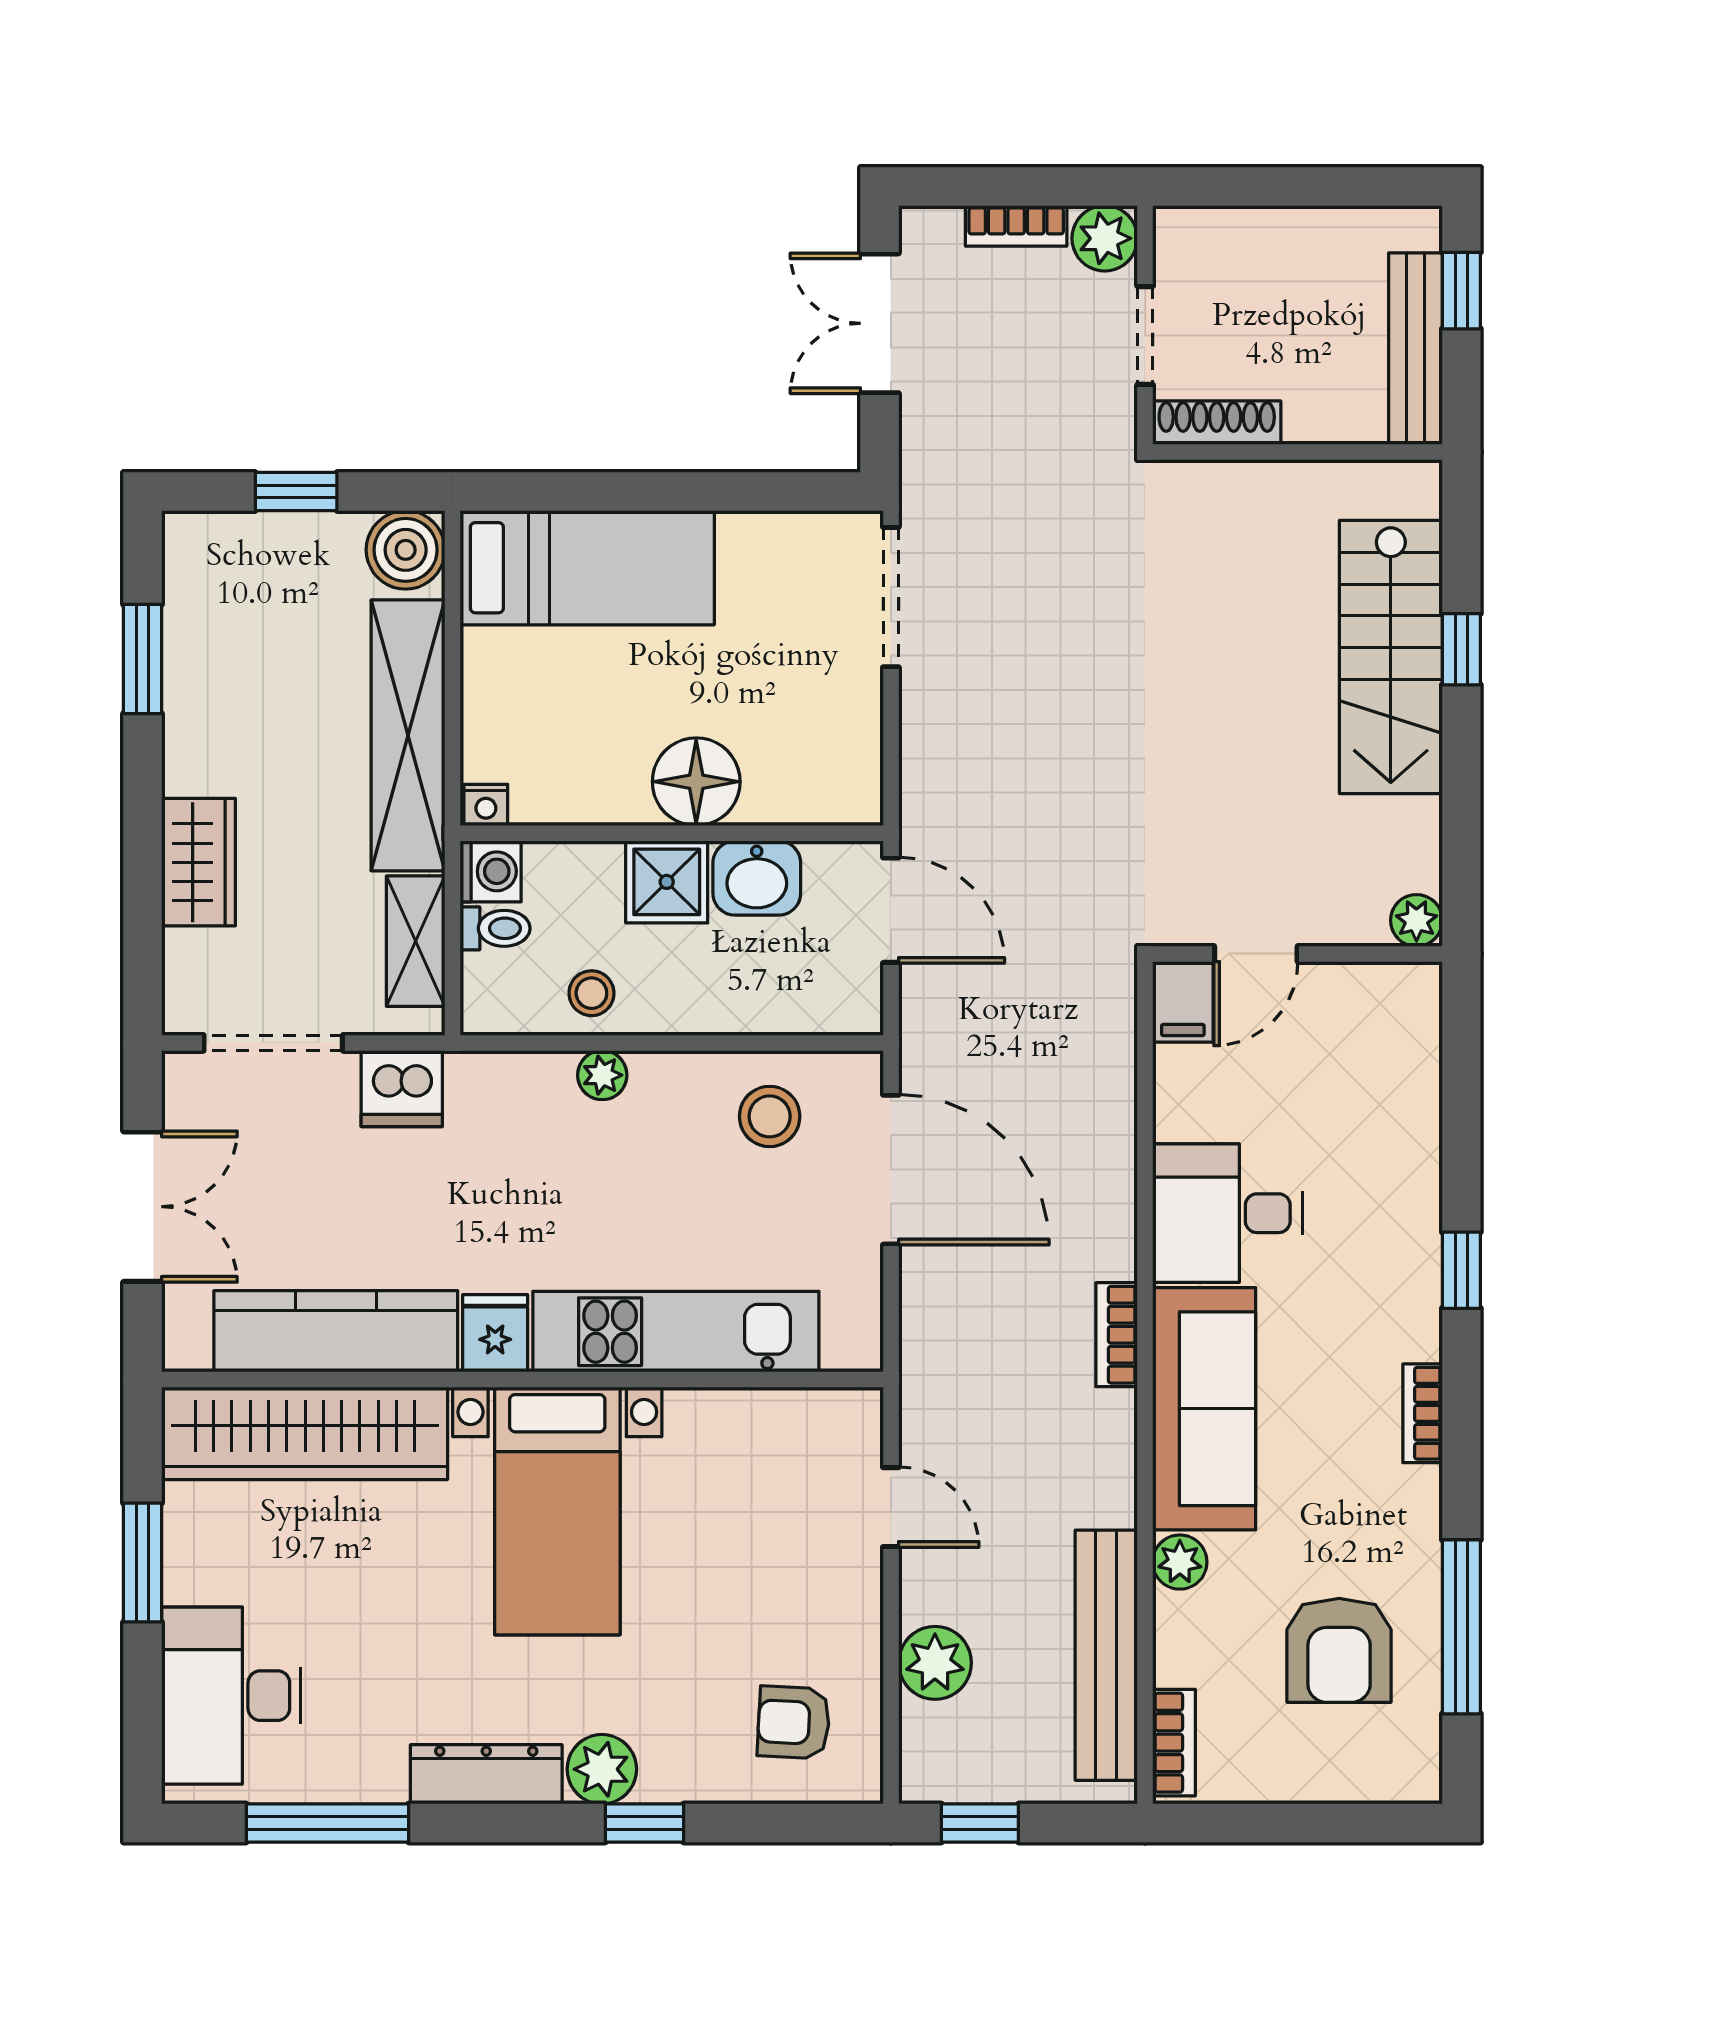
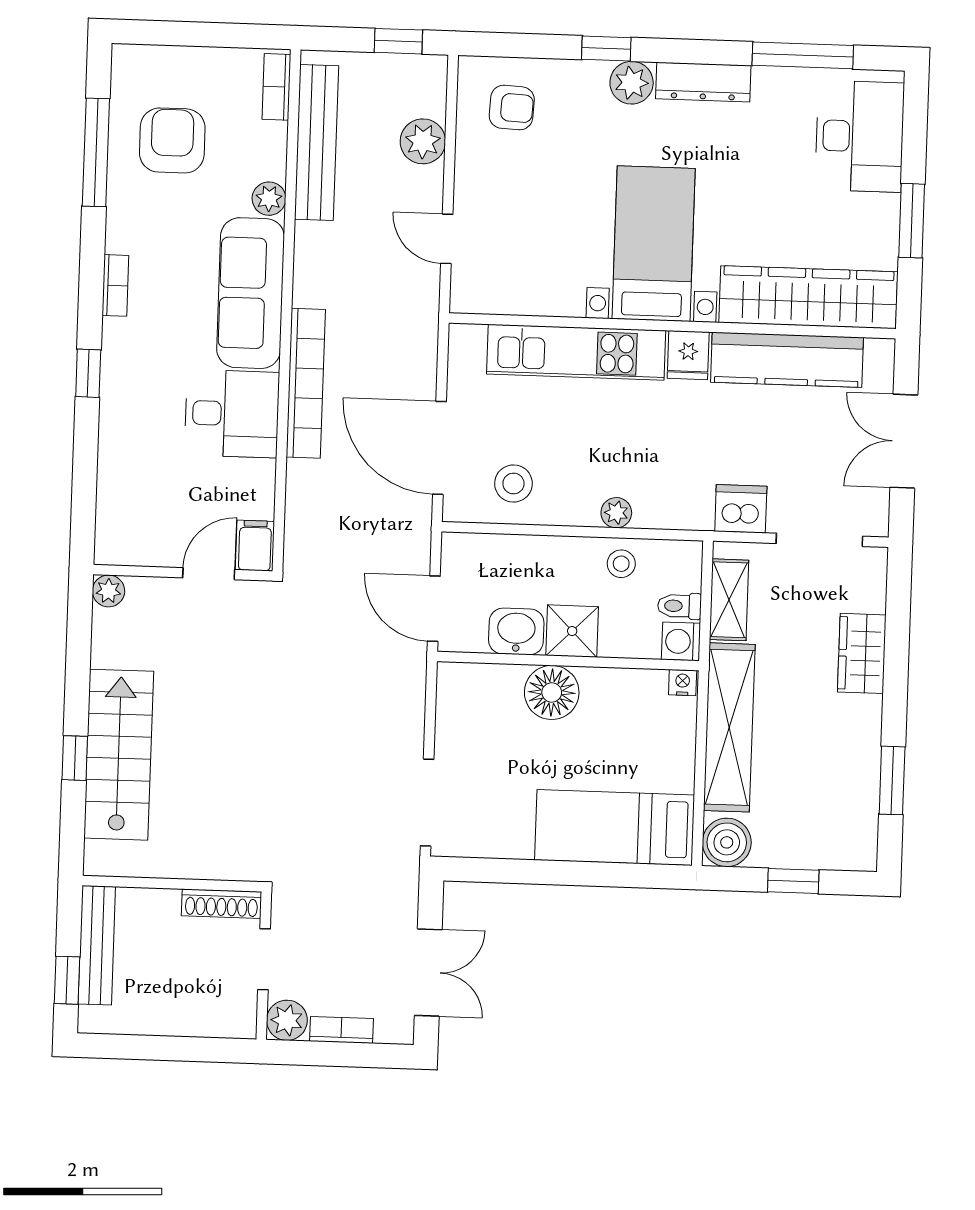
bookcase: (1117, 1335) -> (306, 383), width x2.31, depth x1.31

